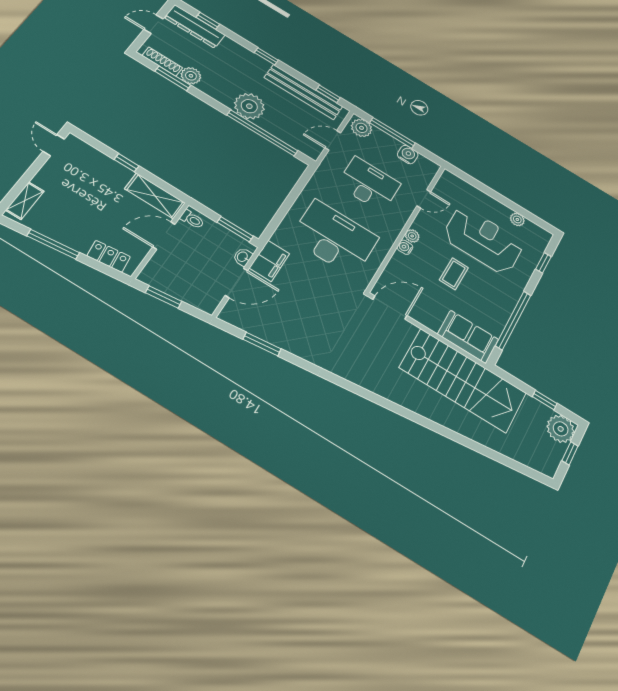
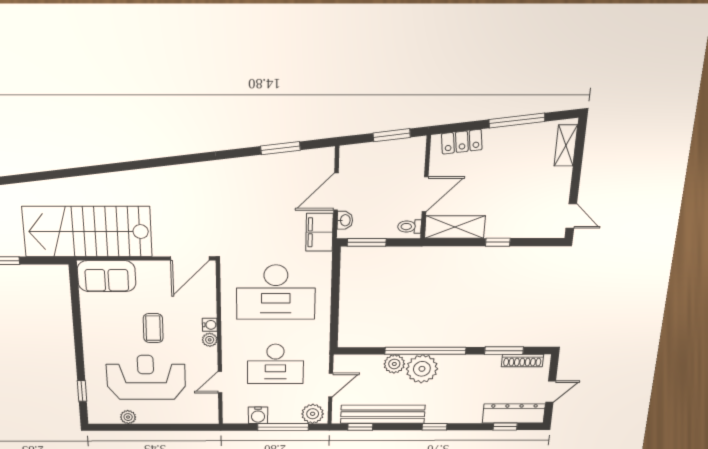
plant: (191, 76) -> (394, 364), moved
window: (262, 133) -> (425, 351), moved
reception desk: (483, 240) -> (146, 377), turned 180
window: (513, 320) -> (77, 318), removed

